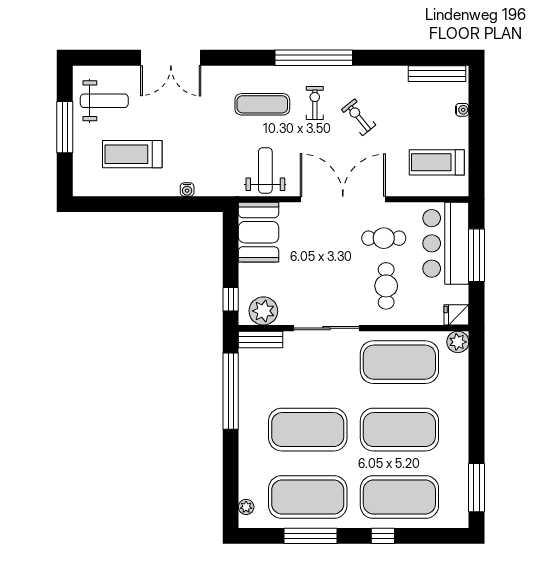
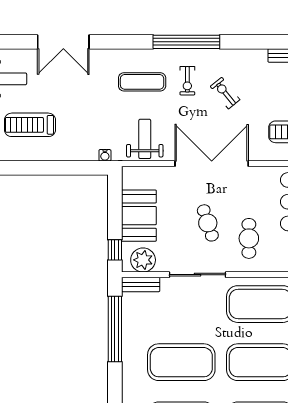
exercise bike: (315, 103) -> (187, 81), turned 180
water cooler: (187, 190) -> (105, 155), moved
booth: (259, 232) -> (139, 216), moved
cafe table: (384, 238) -> (208, 223), moved, turned 72

